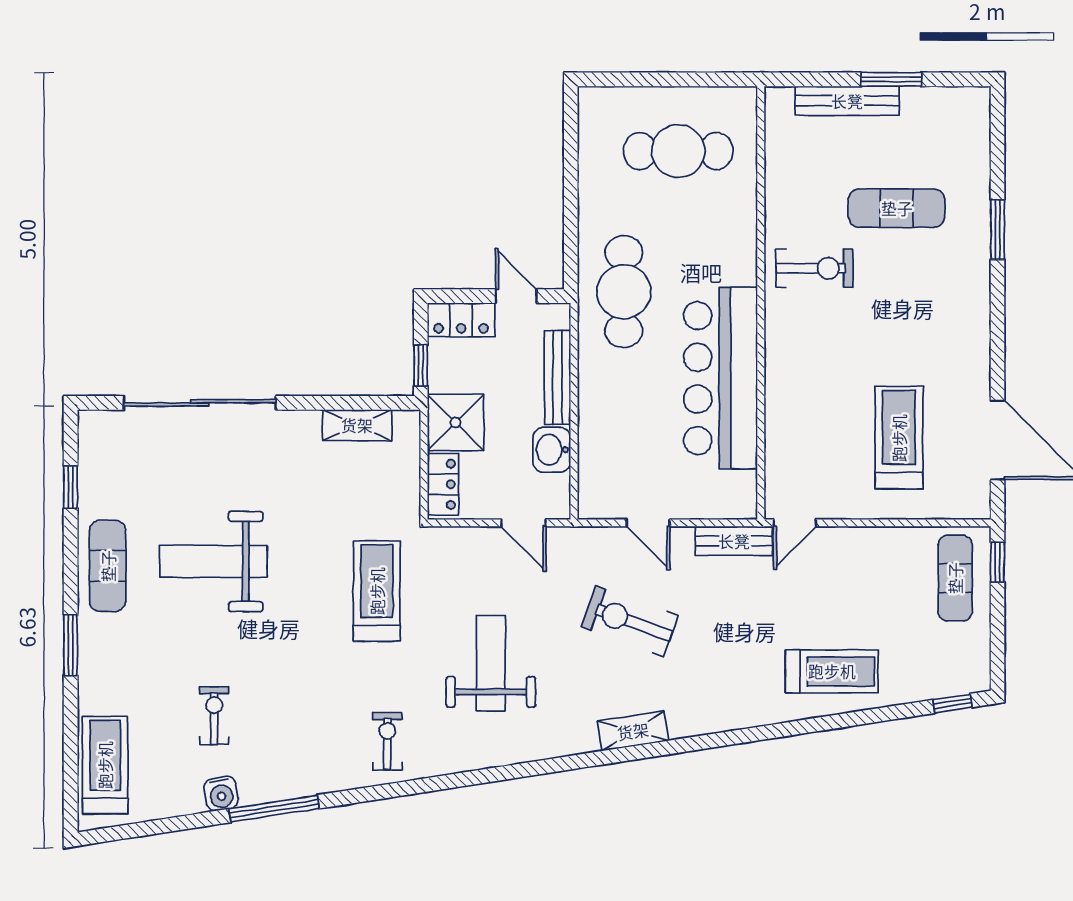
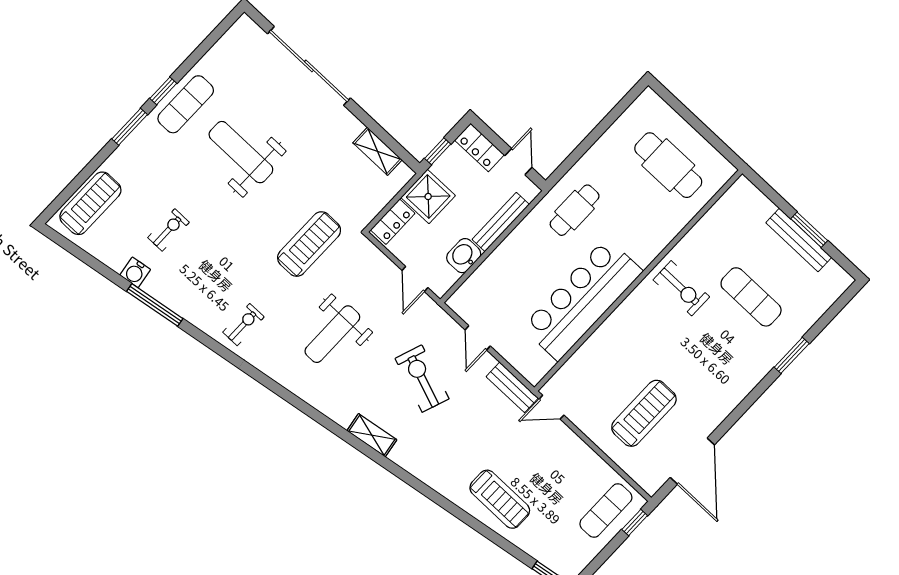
bench: (847, 101) -> (799, 240), moved
cafe table: (624, 292) -> (575, 210), width x0.73, depth x0.74
window: (71, 487) -> (163, 91), moved
weight bench: (491, 663) -> (332, 334), turned 180

